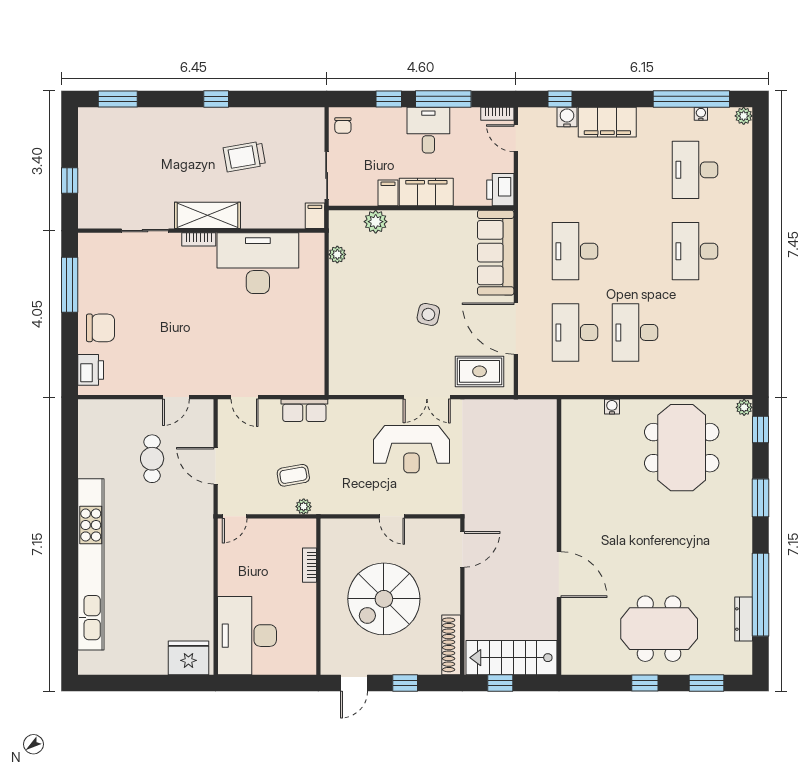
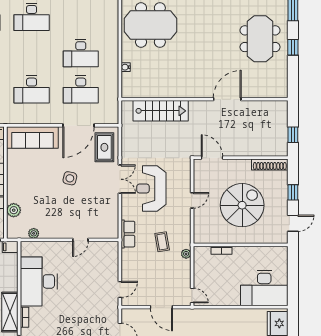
door: (327, 332) -> (80, 240), added
row of seats: (304, 410) -> (128, 234), moved
reception desk: (411, 449) -> (151, 188), turned 180
door: (216, 466) -> (161, 307), hinge flipped
coffee table: (293, 475) -> (162, 242), moved
spiral stairs: (384, 599) -> (242, 205), turned -90
stairs: (512, 658) -> (161, 111), moved, turned -90
door: (354, 683) -> (293, 223), hinge flipped

